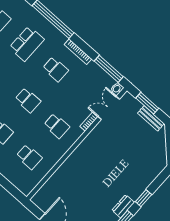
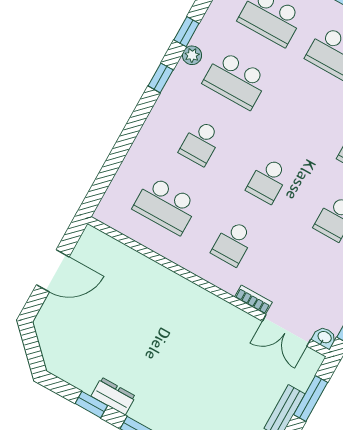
double door: (109, 108) -> (286, 330), swing flipped
school desk: (29, 157) -> (165, 205), width x1.85

